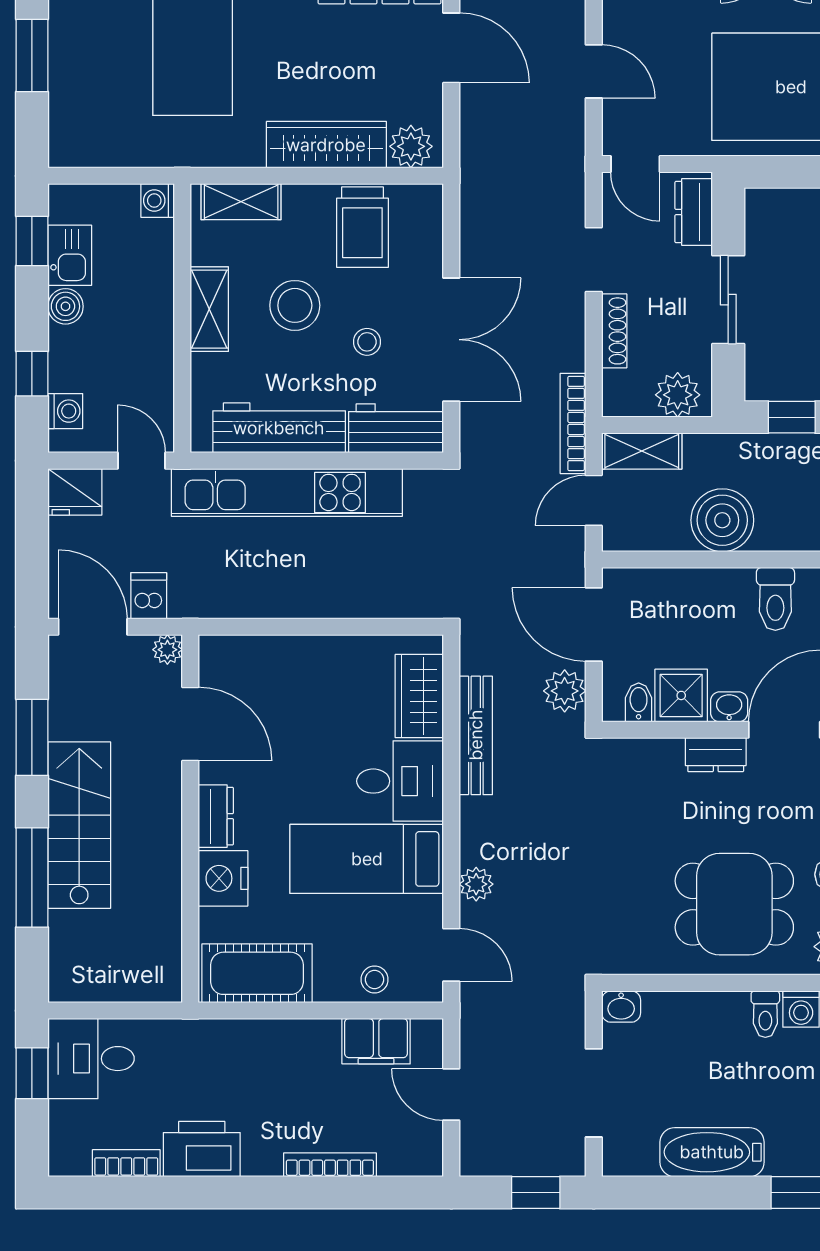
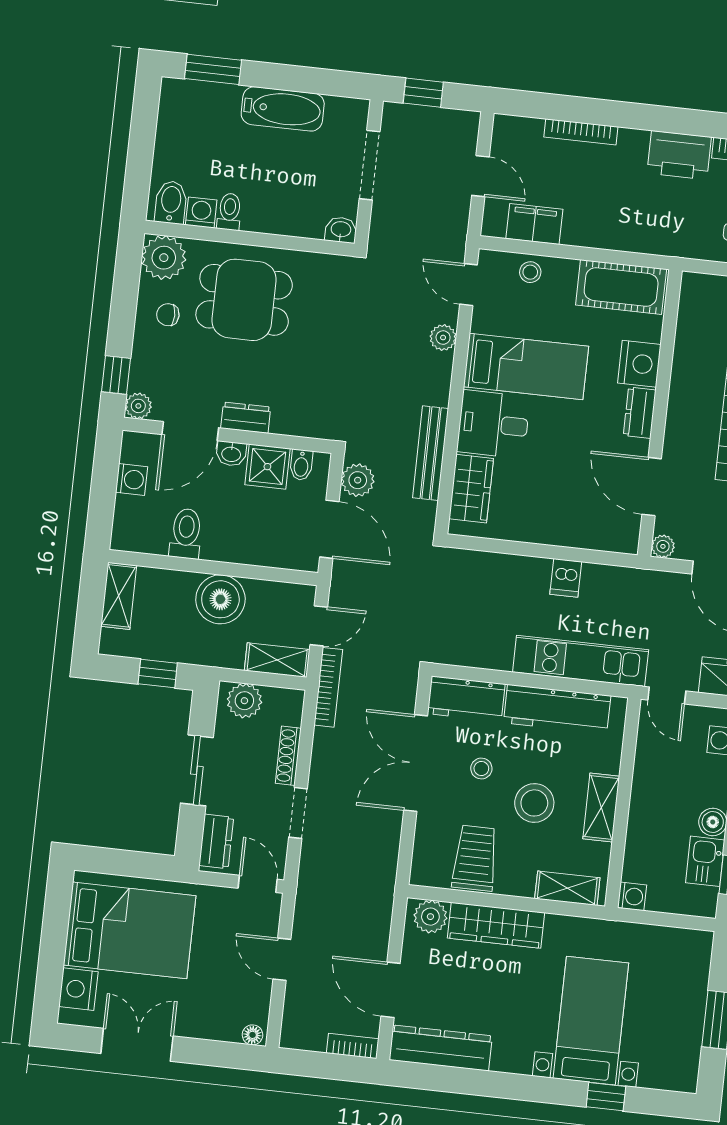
kitchen unit: (287, 492) -> (581, 661), width x0.73
dishwasher: (149, 596) -> (566, 578), moved

